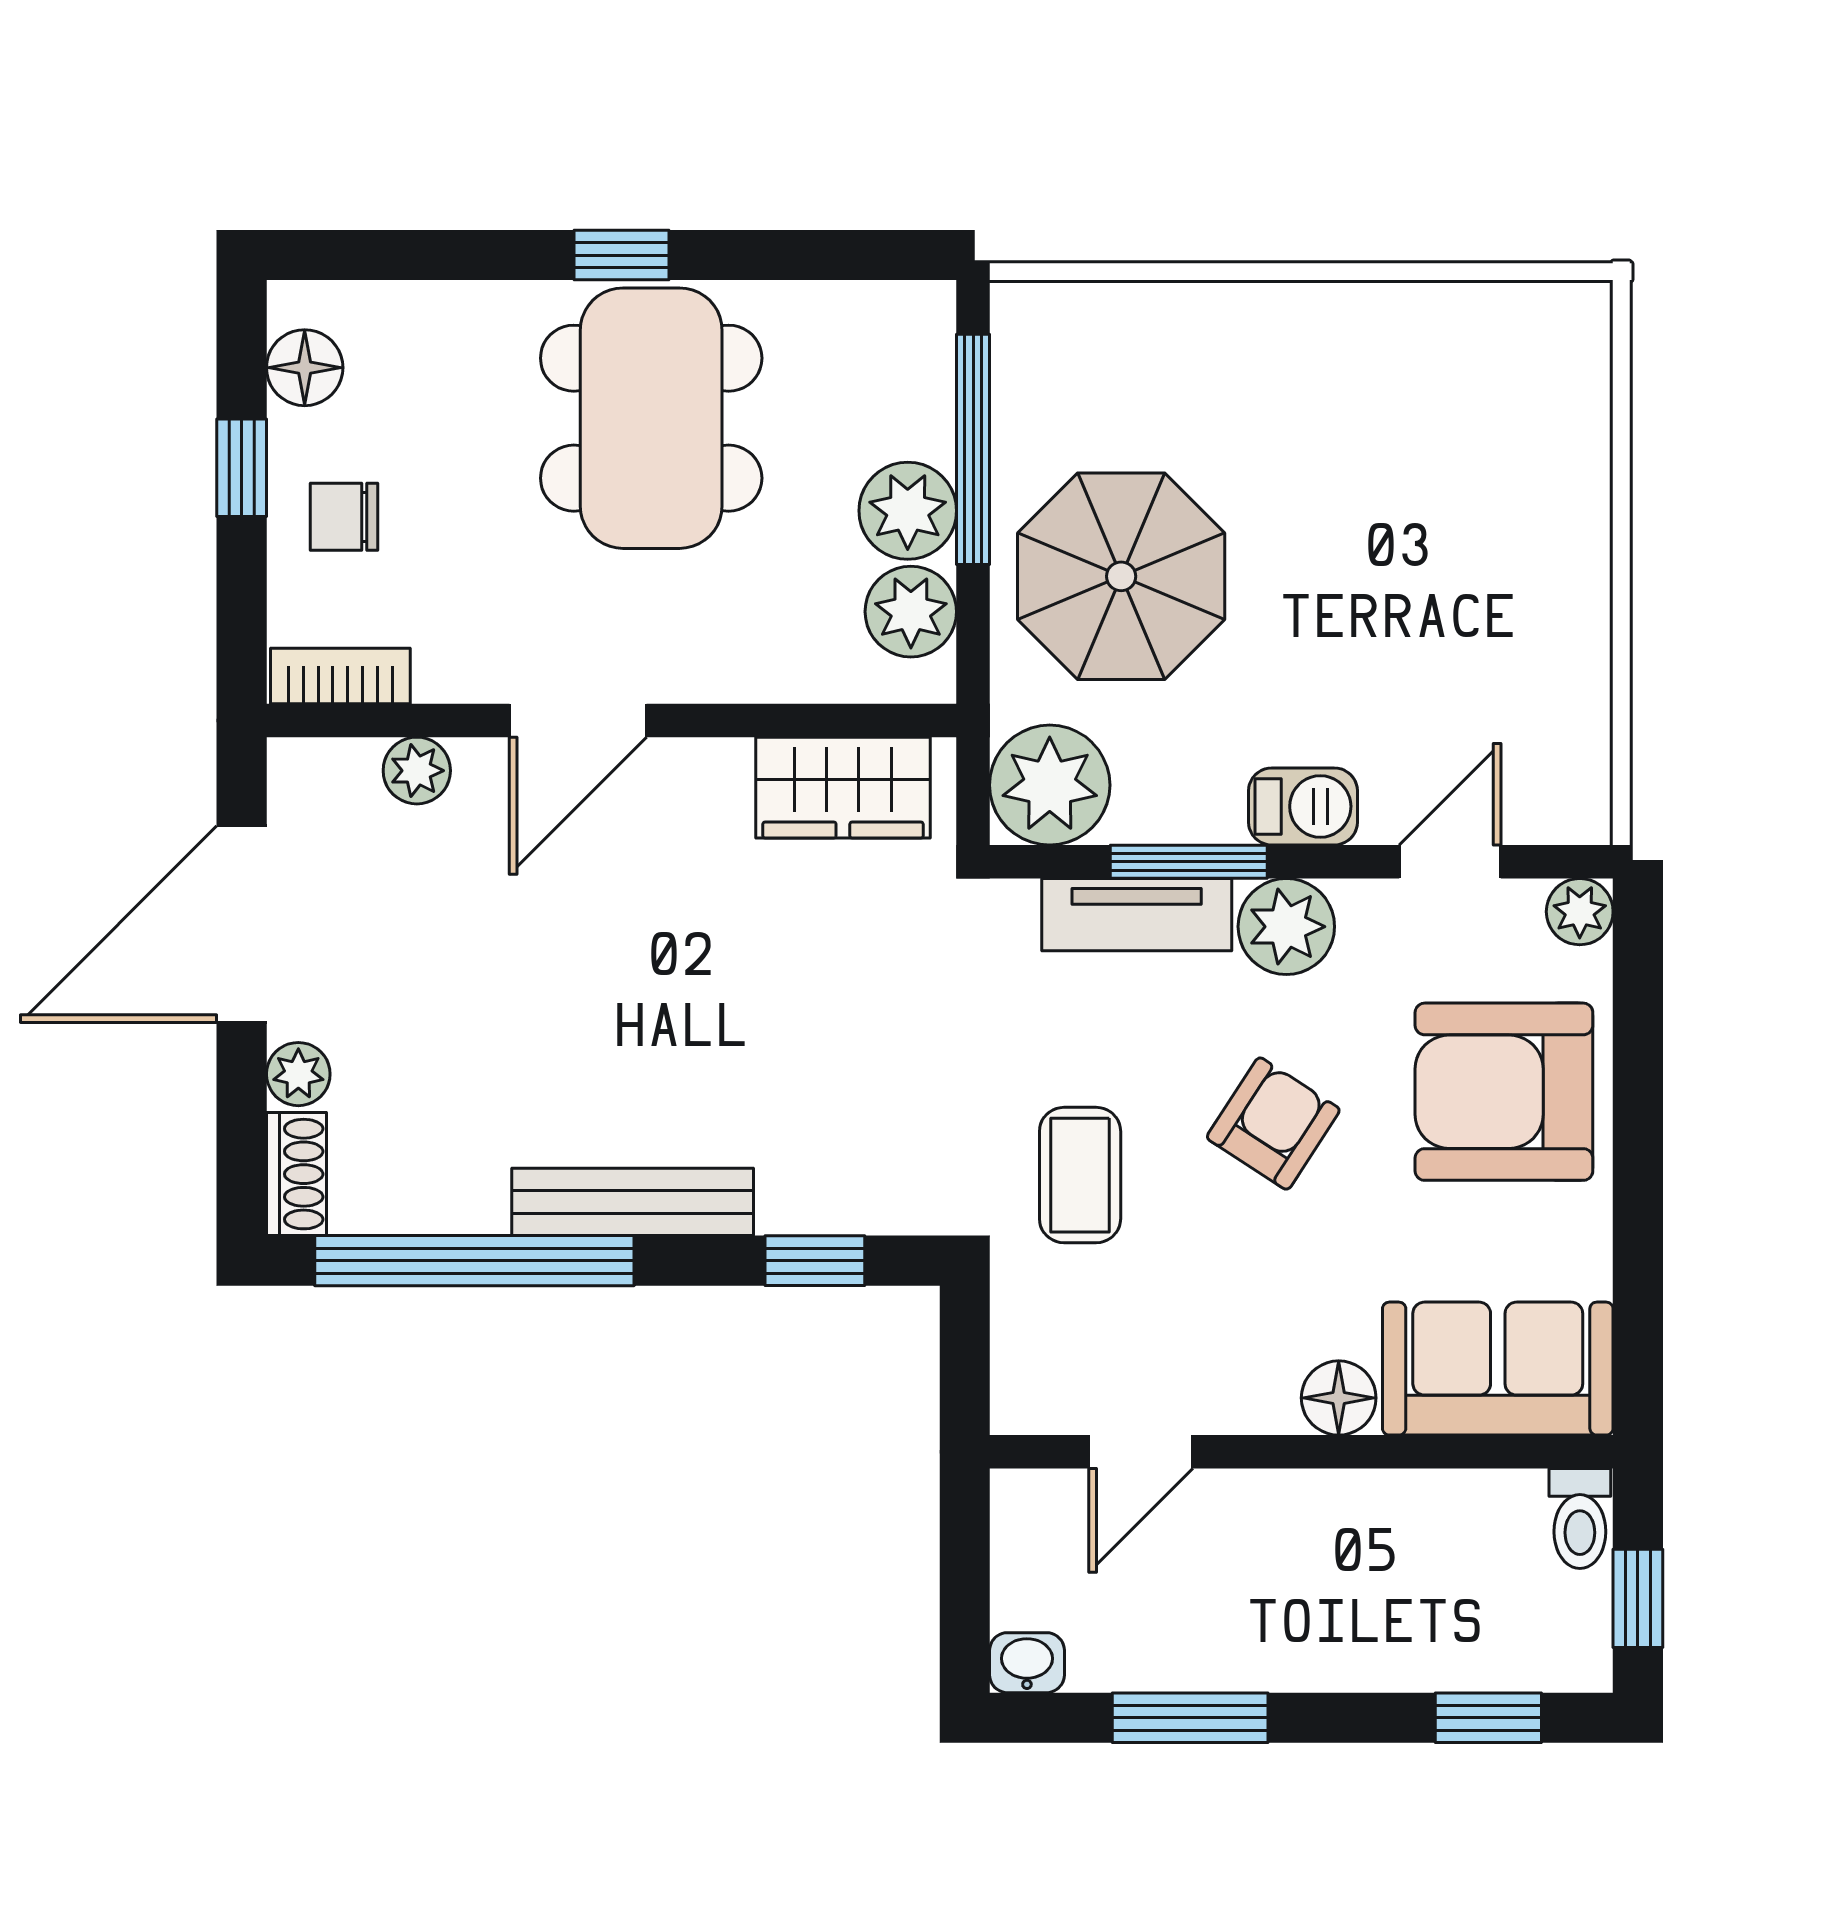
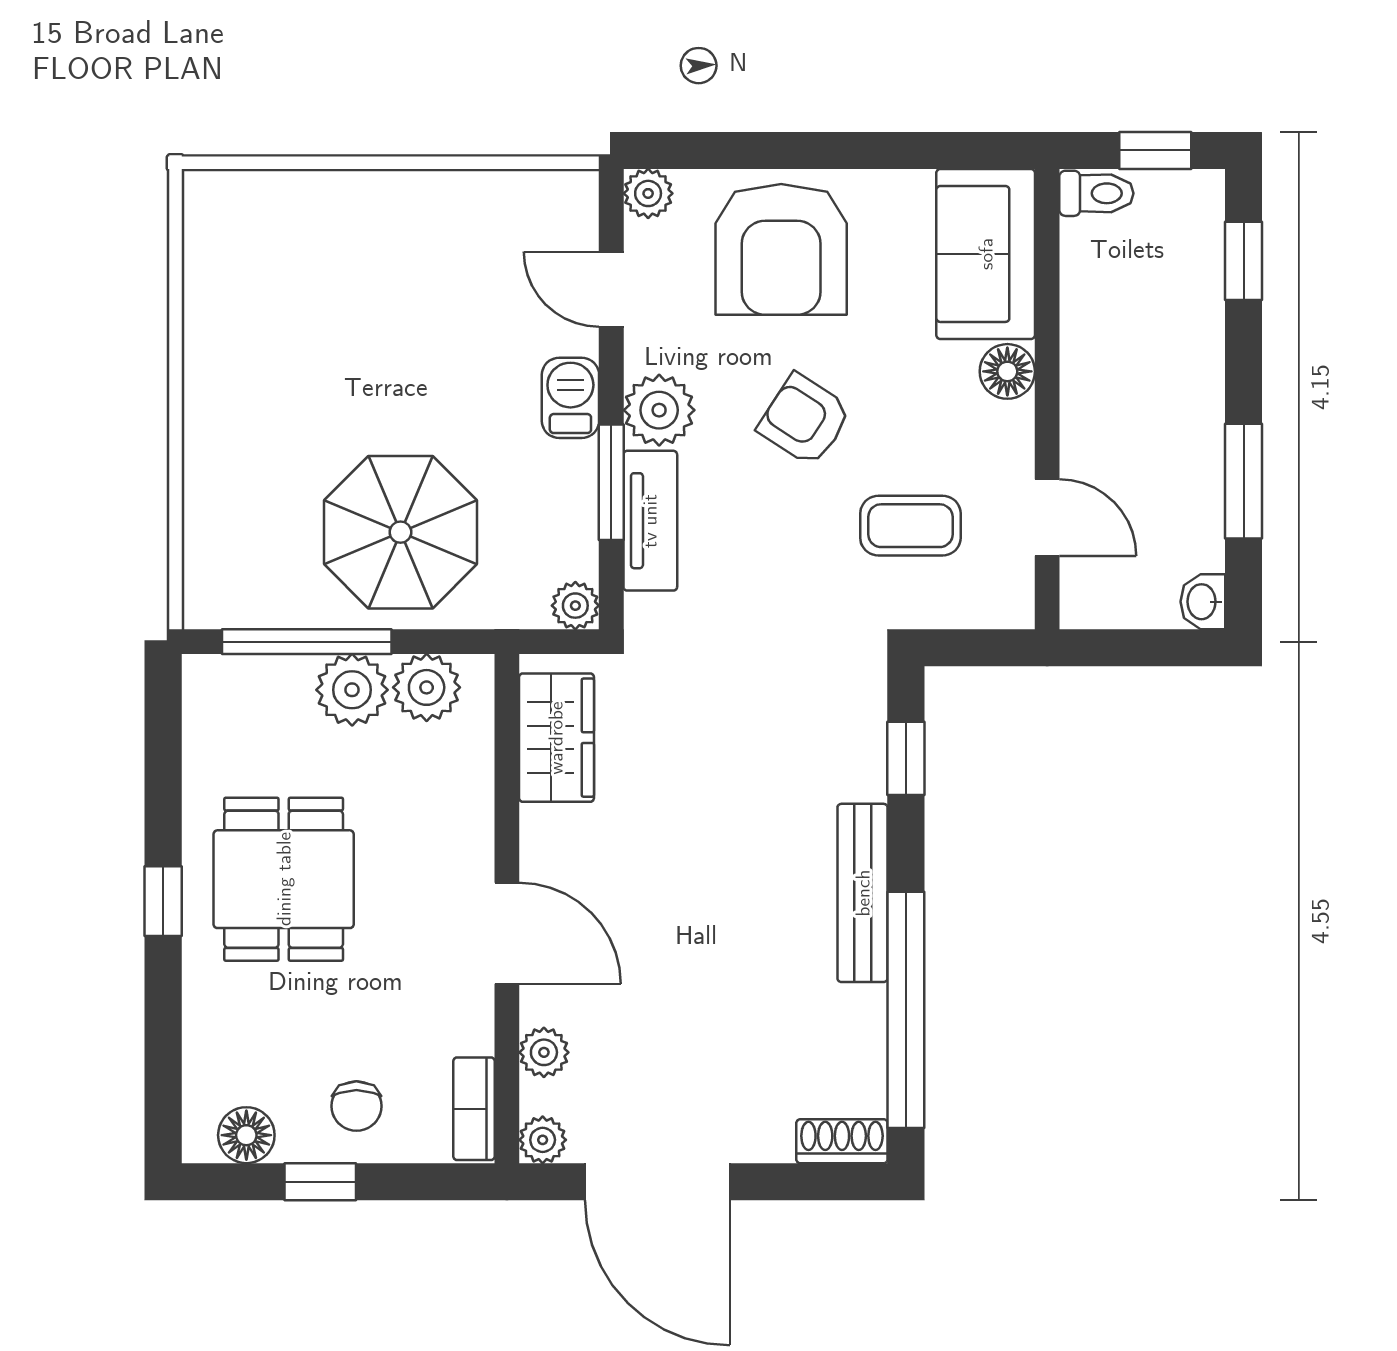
dining table: (651, 418) -> (284, 879), width x0.73
plant: (1050, 785) -> (575, 606), width x0.53, depth x0.53
plant: (298, 1074) -> (543, 1140), moved
coffee table: (1080, 1175) -> (910, 526), moved

